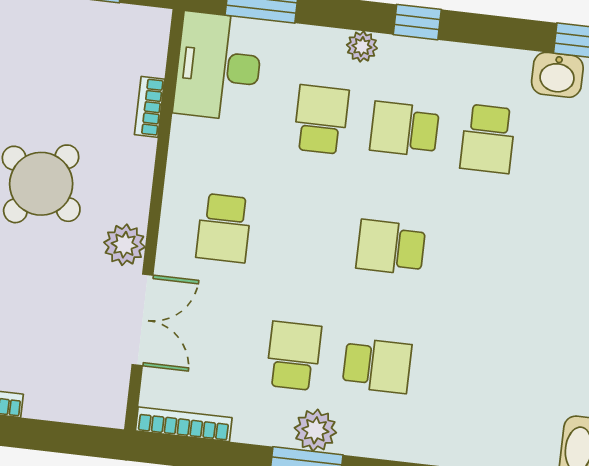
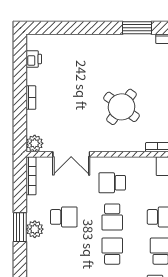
plant: (124, 245) -> (35, 143), moved
school desk: (377, 365) -> (112, 217), moved

